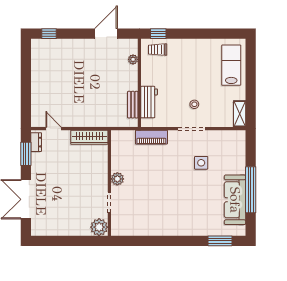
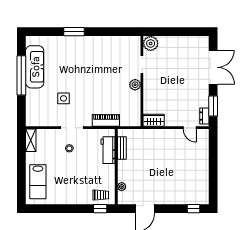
wardrobe: (89, 137) -> (154, 120), width x0.67
window: (220, 241) -> (74, 32), moved

